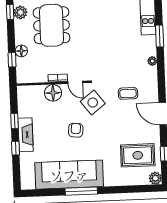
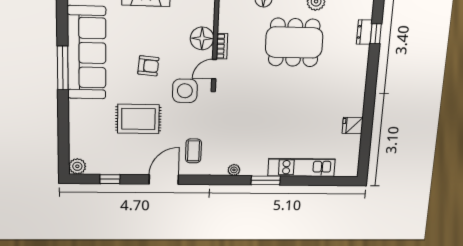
coffee table: (128, 93) -> (193, 151), moved
side table: (93, 103) -> (185, 91), turned 38
rug: (138, 155) -> (138, 119), moved, turned 90

